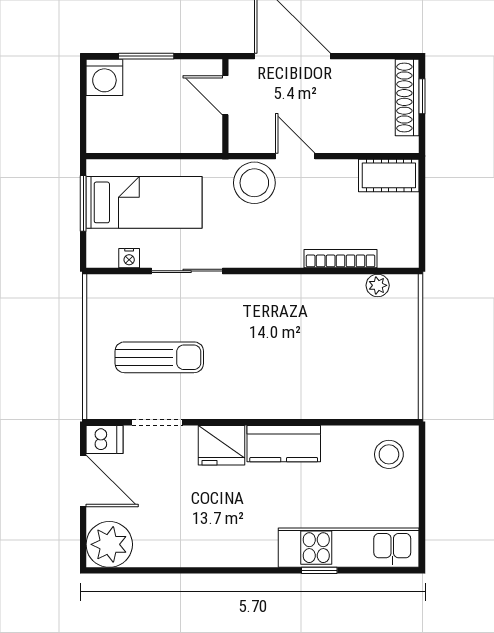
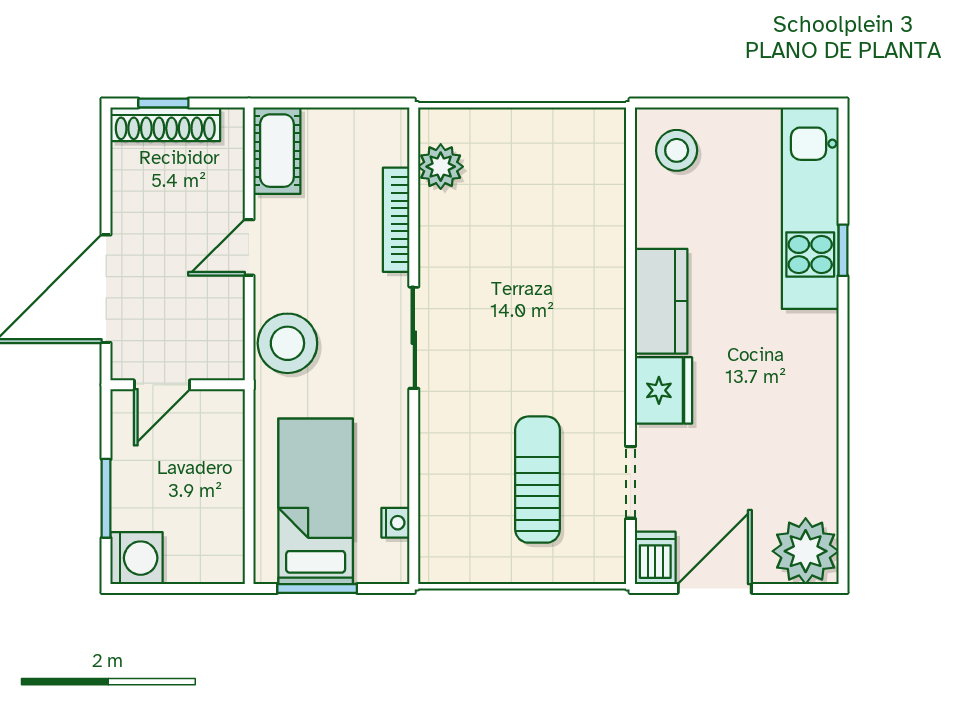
door: (295, 156) -> (249, 247), moved
sliding door: (187, 271) -> (414, 338), moved
plant: (378, 285) -> (441, 167), width x1.38, depth x1.38

